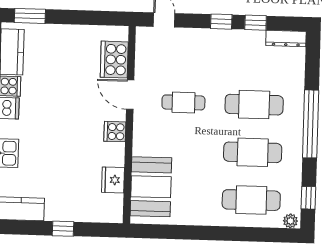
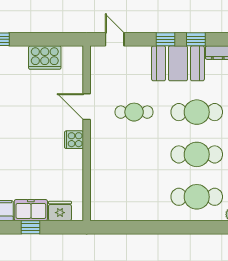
cooker: (114, 60) -> (45, 58), moved, turned -90
fridge: (113, 180) -> (60, 211), moved, turned 90
booth: (151, 187) -> (178, 63), moved, turned 90
freezer: (64, 209) -> (31, 210), added

